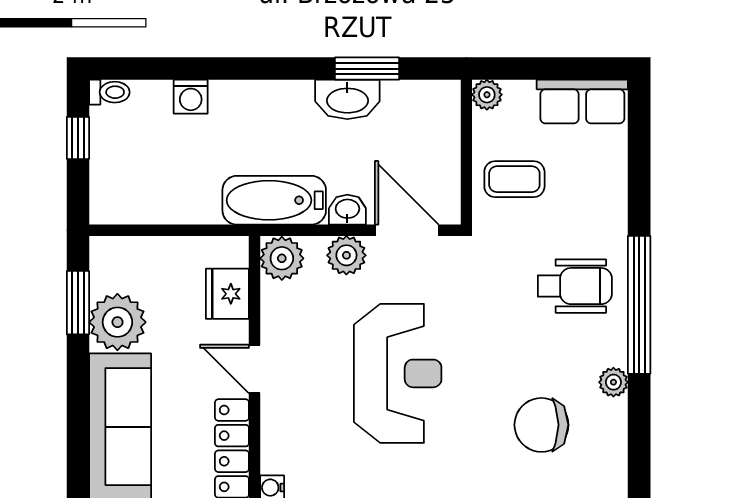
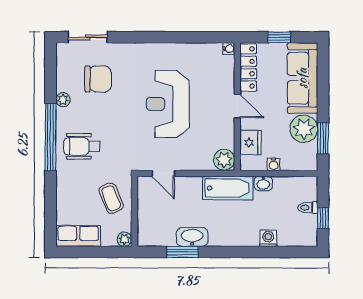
toilet: (109, 92) -> (308, 208), moved
coffee table: (514, 179) -> (111, 198), turned 68
washbasin: (347, 210) -> (263, 183), moved
door: (407, 230) -> (163, 173), width x0.73
water cooler: (180, 249) -> (274, 164), added
plant: (346, 255) -> (193, 161), removed

